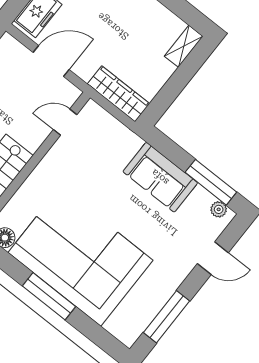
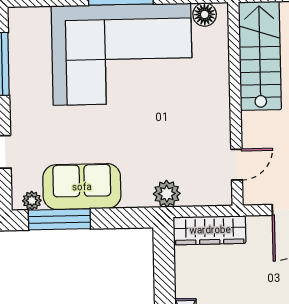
plant: (127, 141) -> (167, 194), added
sofa: (160, 177) -> (82, 187), moved

